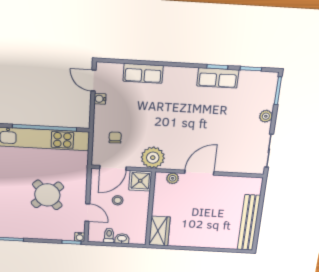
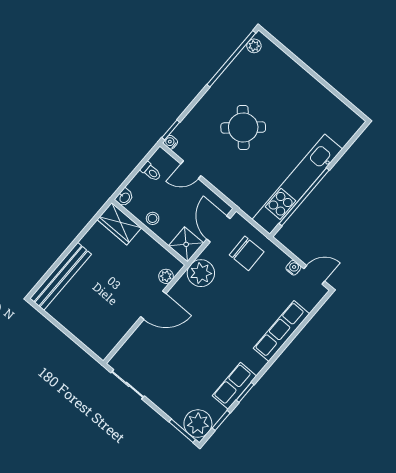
row of seats: (143, 73) -> (281, 331), width x1.48
plant: (266, 116) -> (198, 424), moved, width x1.88, depth x1.88
chair: (115, 138) -> (247, 253), width x1.87, depth x1.87
door: (199, 173) -> (153, 305), hinge flipped
round table: (47, 195) -> (243, 128), moved
stool: (118, 200) -> (153, 218), moved
bench: (249, 223) -> (61, 276), moved, turned 90
washbasin: (122, 239) -> (124, 198), moved

